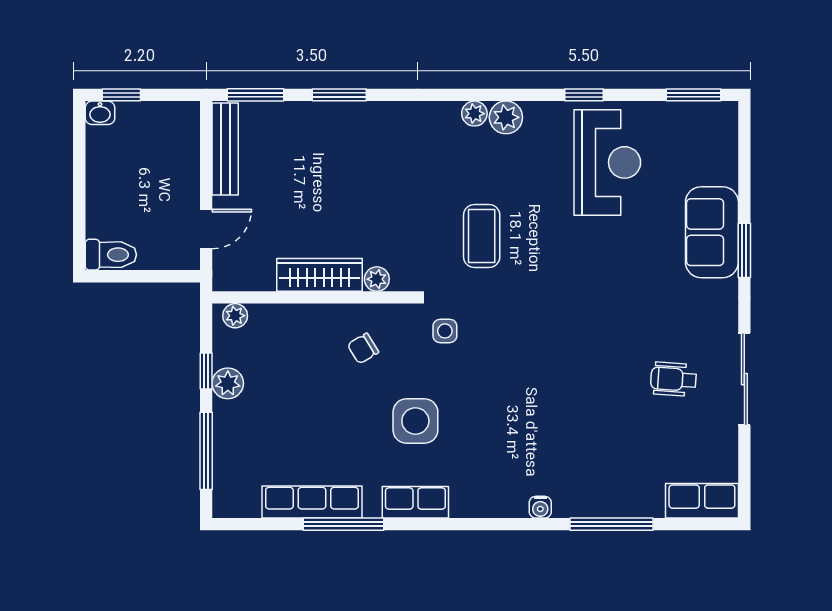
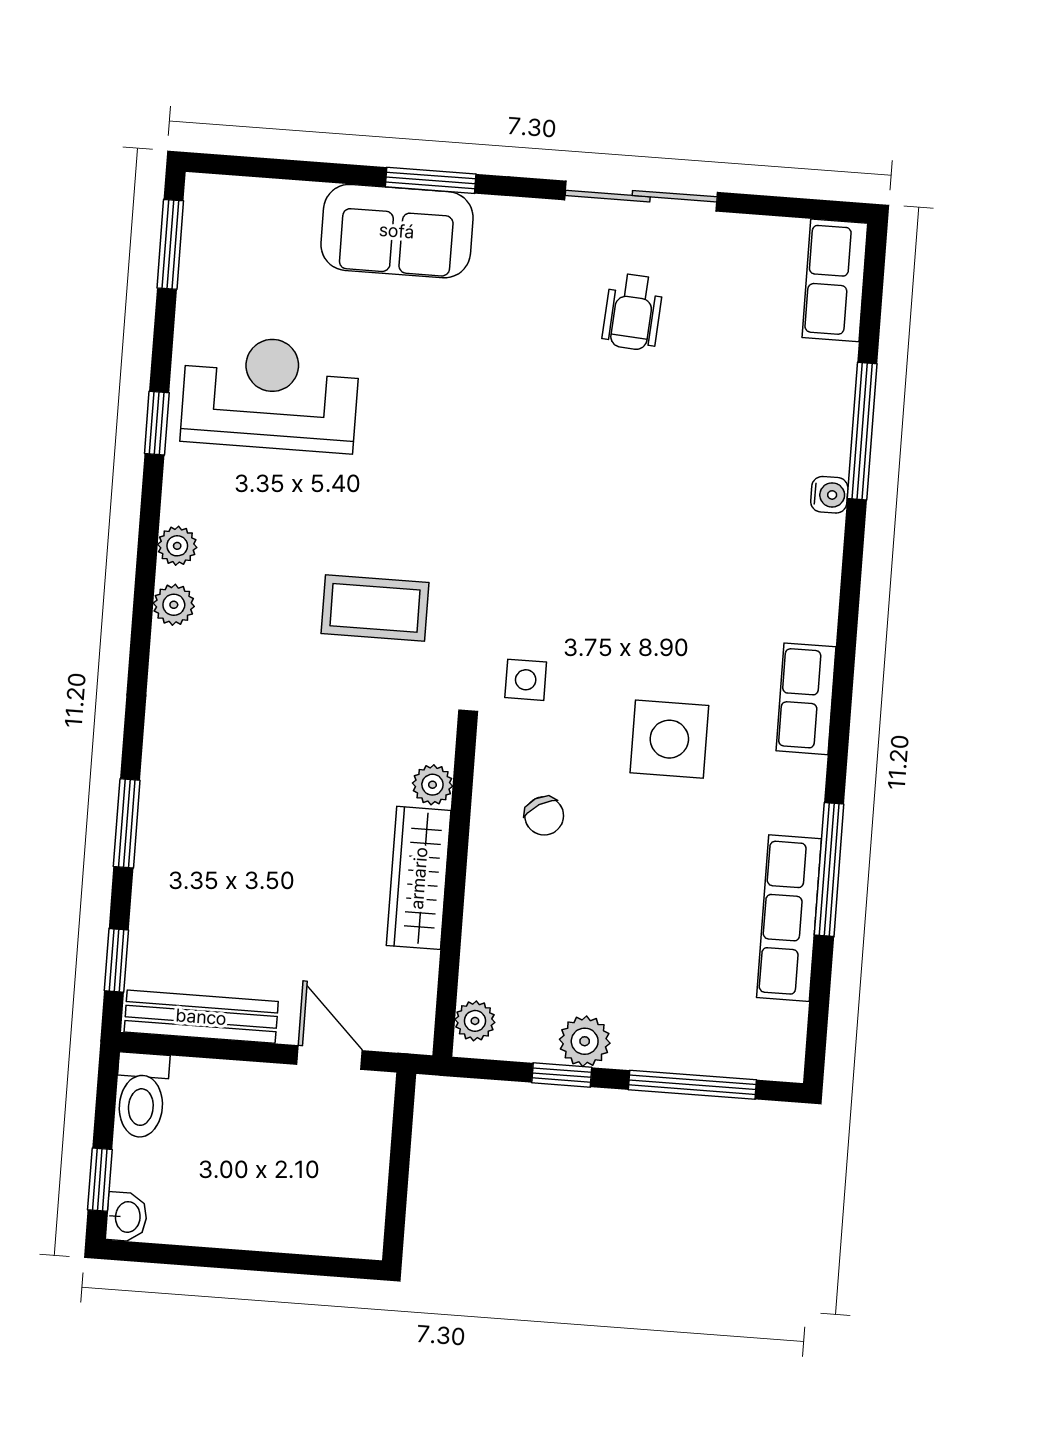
window: (256, 95) -> (116, 960), width x0.67
plant: (506, 117) -> (177, 546), width x0.73, depth x0.73
toilet: (111, 255) -> (142, 1095), moved, turned 180
row of seats: (415, 502) -> (806, 699), moved
water cooler: (540, 507) -> (829, 495), moved

